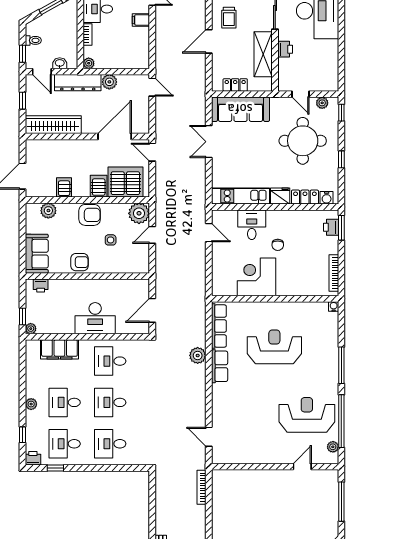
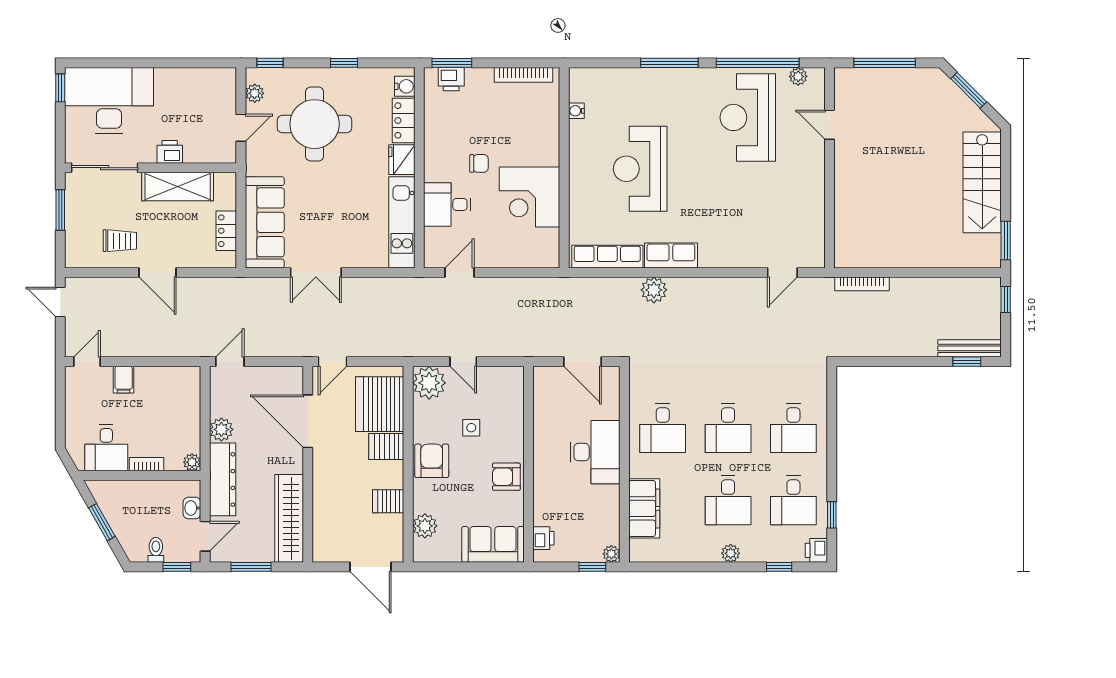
window: (23, 101) -> (251, 567), width x1.50
armchair: (80, 262) -> (506, 477), turned -90
water cooler: (334, 306) -> (576, 111), moved

